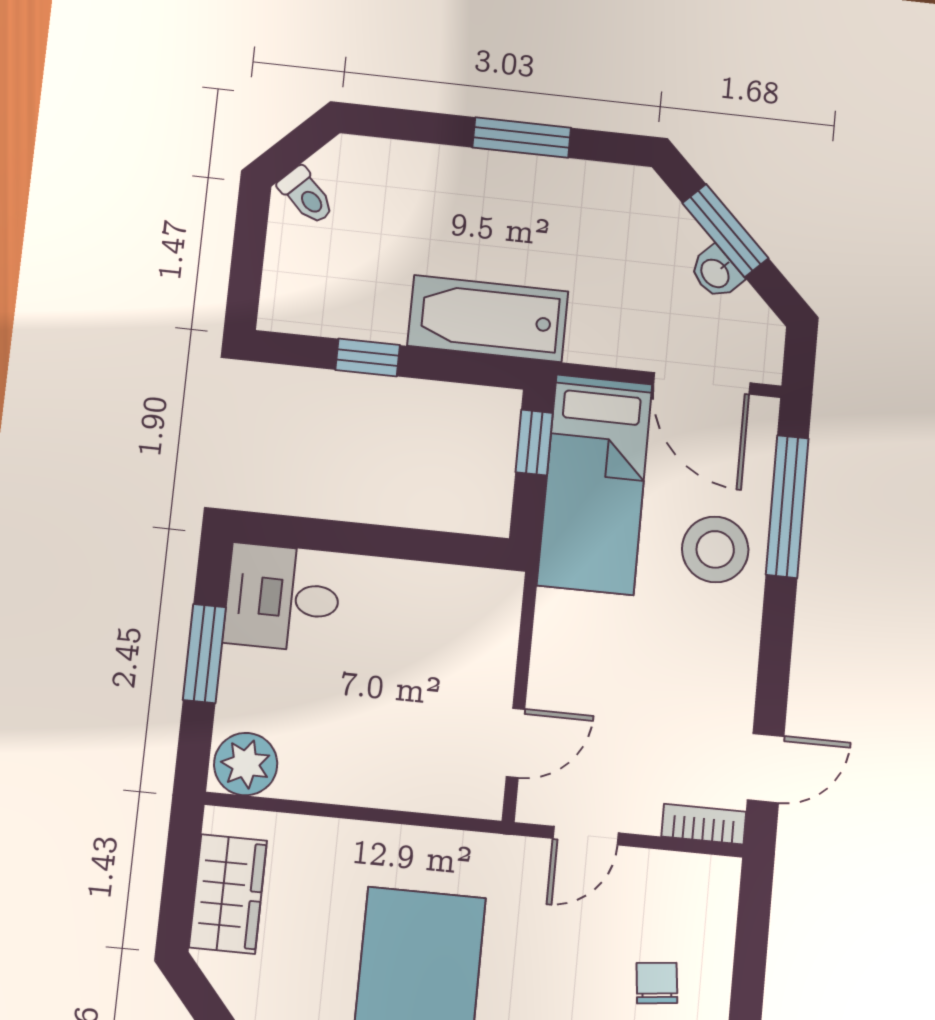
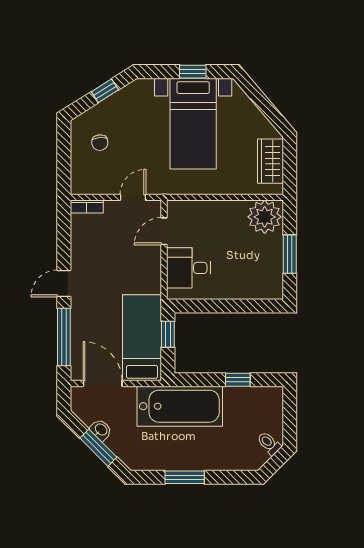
bathtub: (488, 319) -> (180, 406), width x1.36, depth x1.36
window: (534, 443) -> (168, 334), moved
stool: (715, 549) -> (91, 317), removed
desk: (283, 598) -> (188, 268), moved, turned 180
plant: (246, 764) -> (265, 217), width x1.36, depth x1.36
door: (766, 768) -> (64, 283), moved

